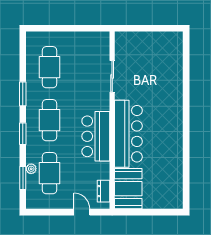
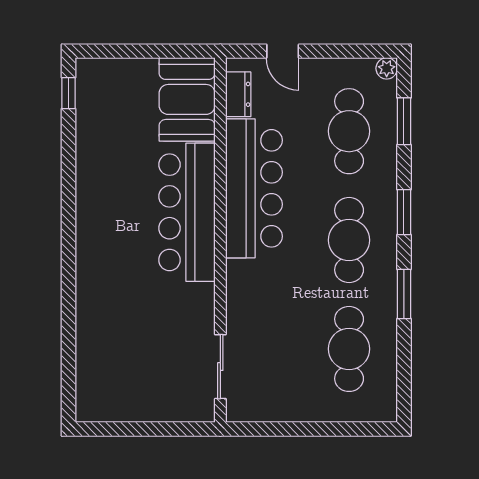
sliding door: (112, 76) -> (220, 367), moved
bar counter: (96, 136) -> (254, 188), width x1.36
plant: (31, 169) -> (387, 68), moved
window: (186, 192) -> (68, 93), added

